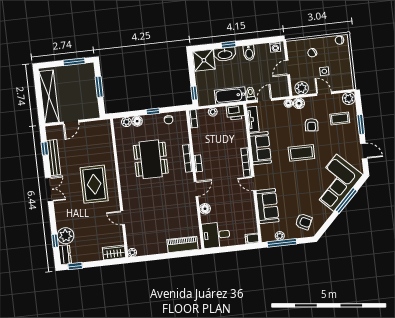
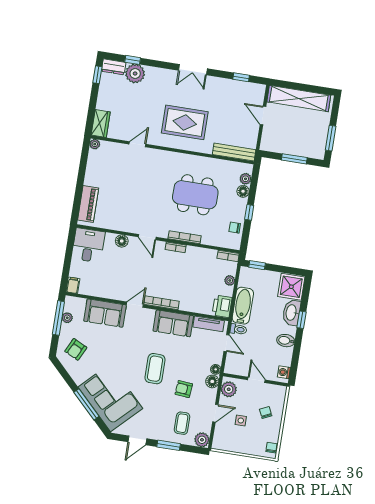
bench: (54, 158) -> (234, 152), moved

